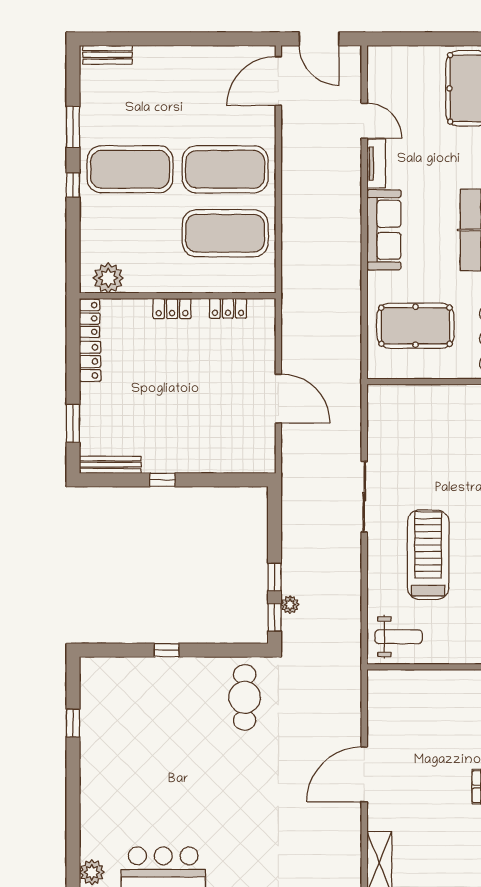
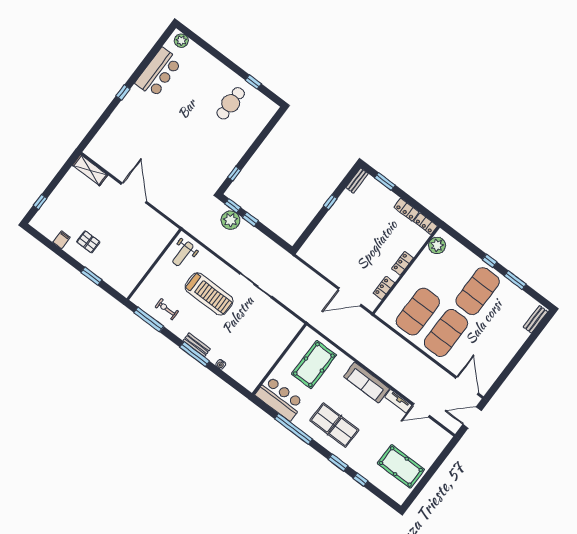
door: (278, 399) -> (350, 297), moved
bench: (110, 465) -> (357, 181), width x0.73
plant: (290, 605) -> (230, 220), width x1.88, depth x1.88
window: (167, 650) -> (234, 174), moved
cafe table: (245, 697) -> (231, 103), moved, turned 90

